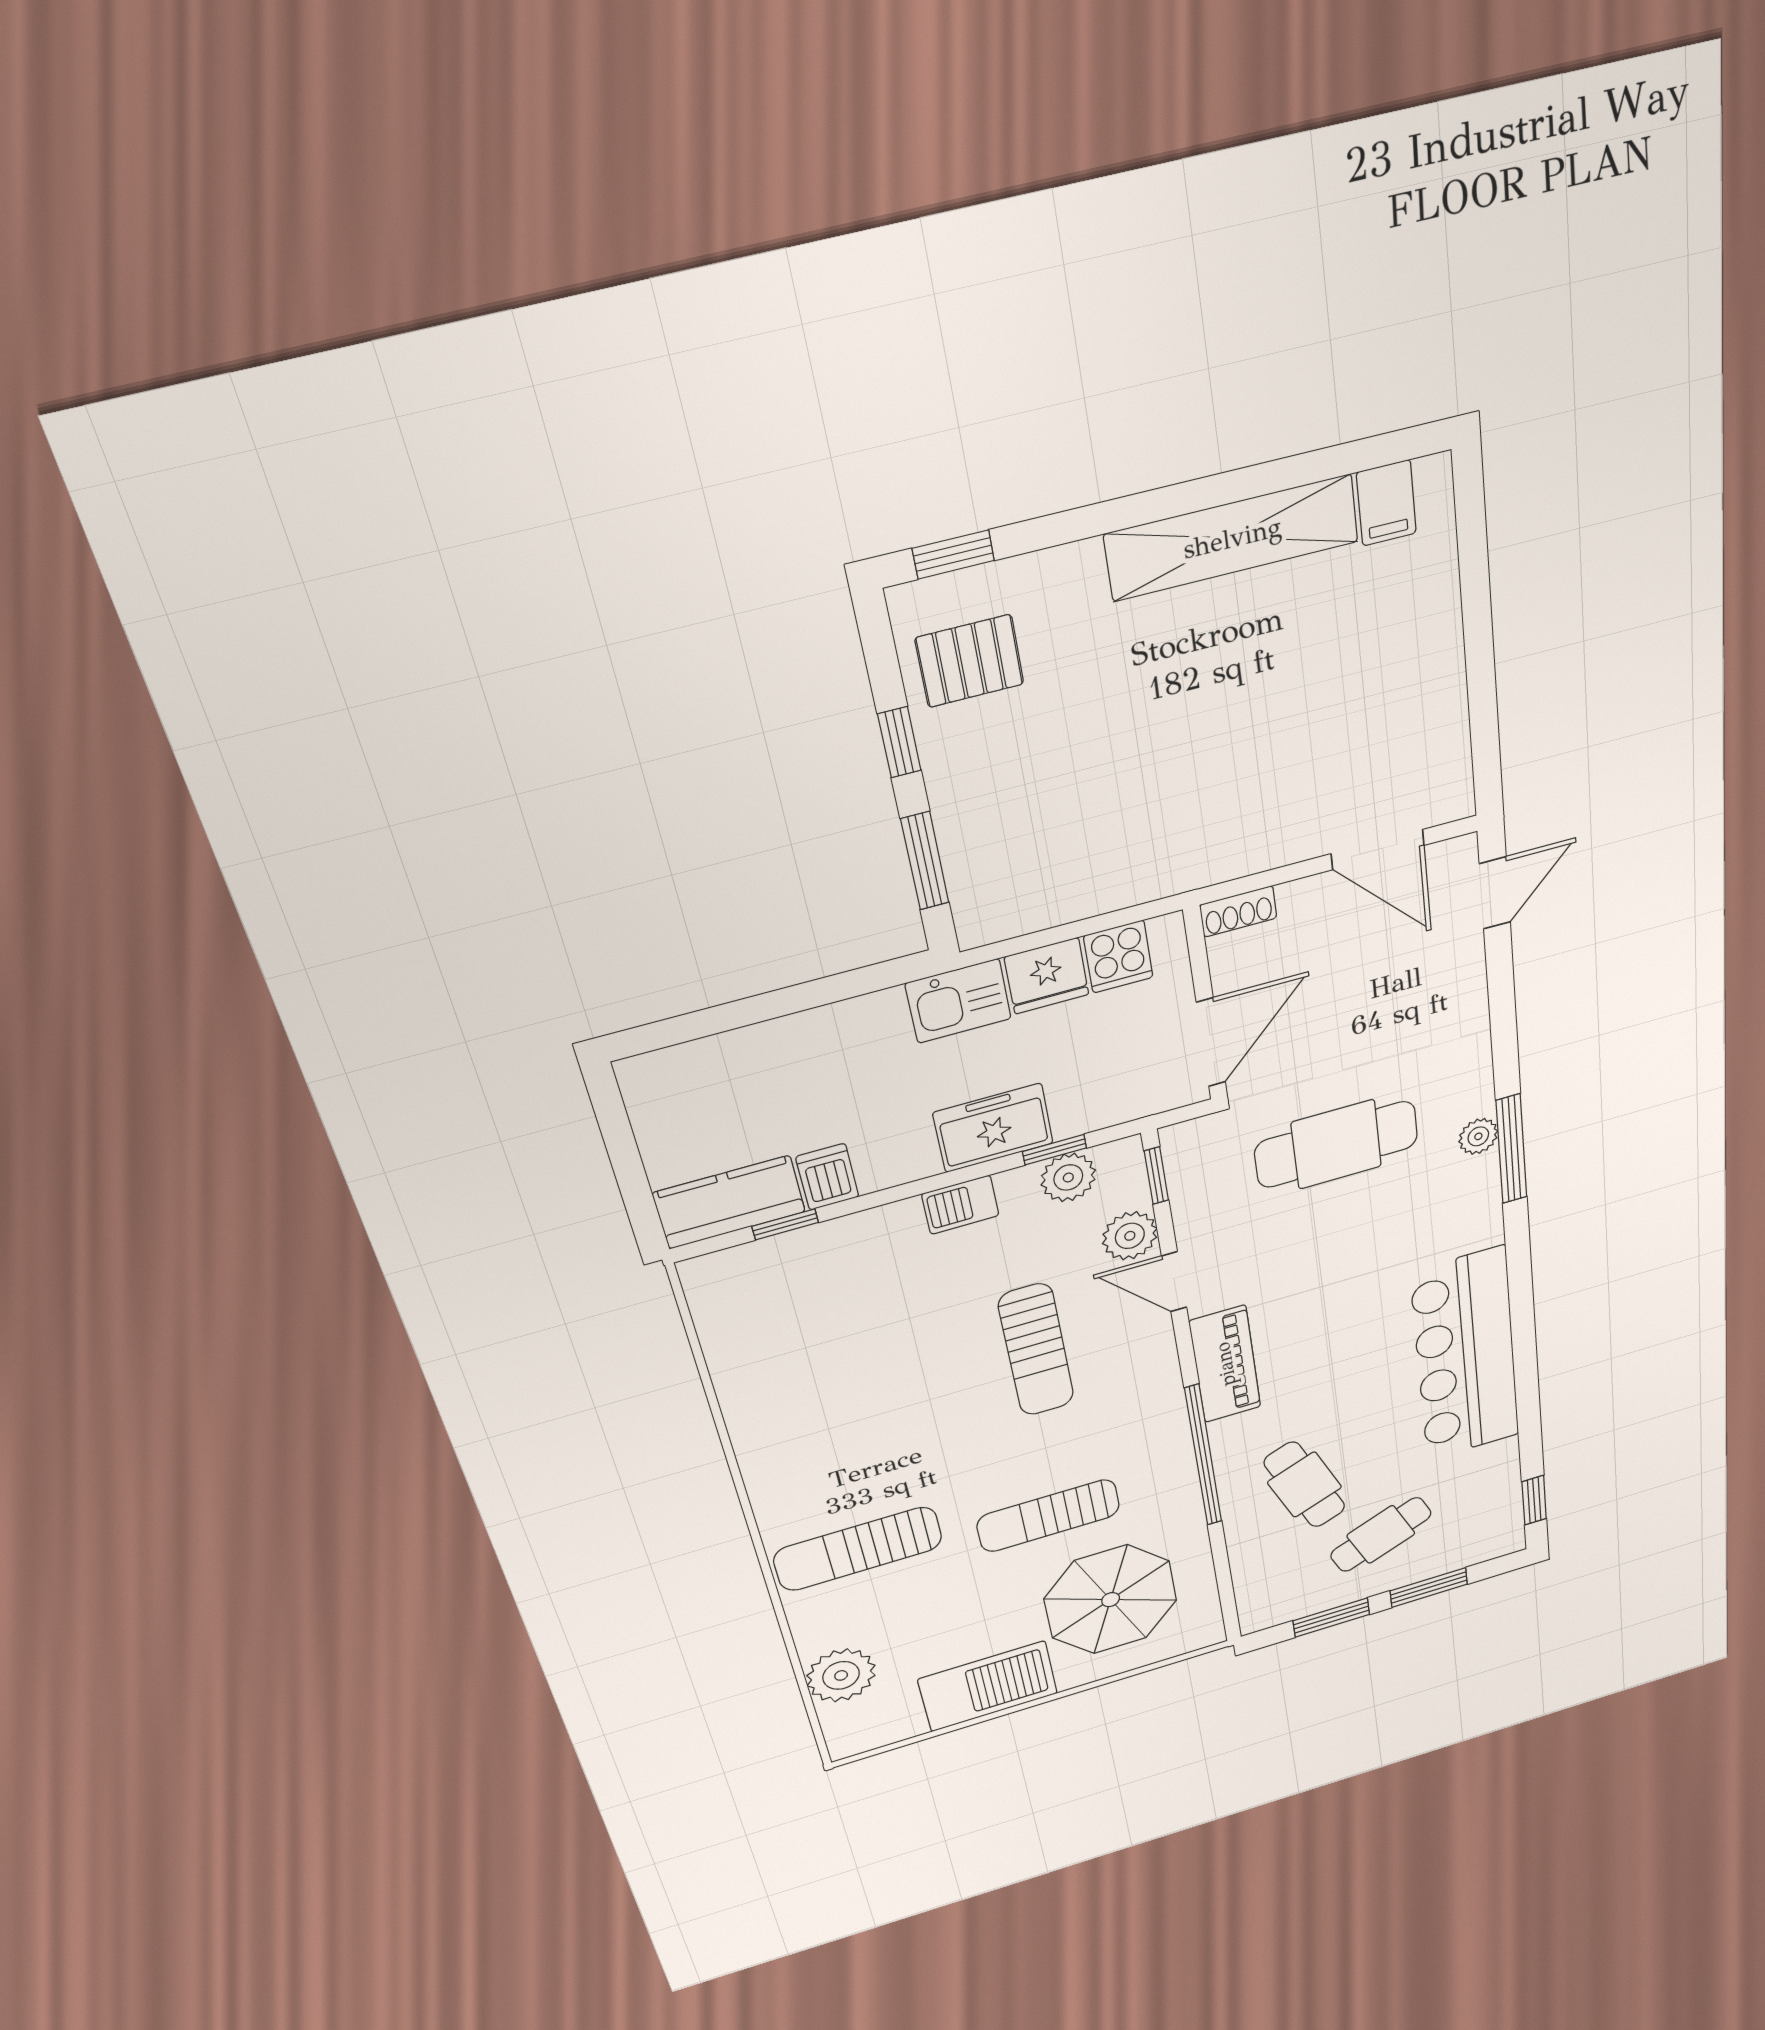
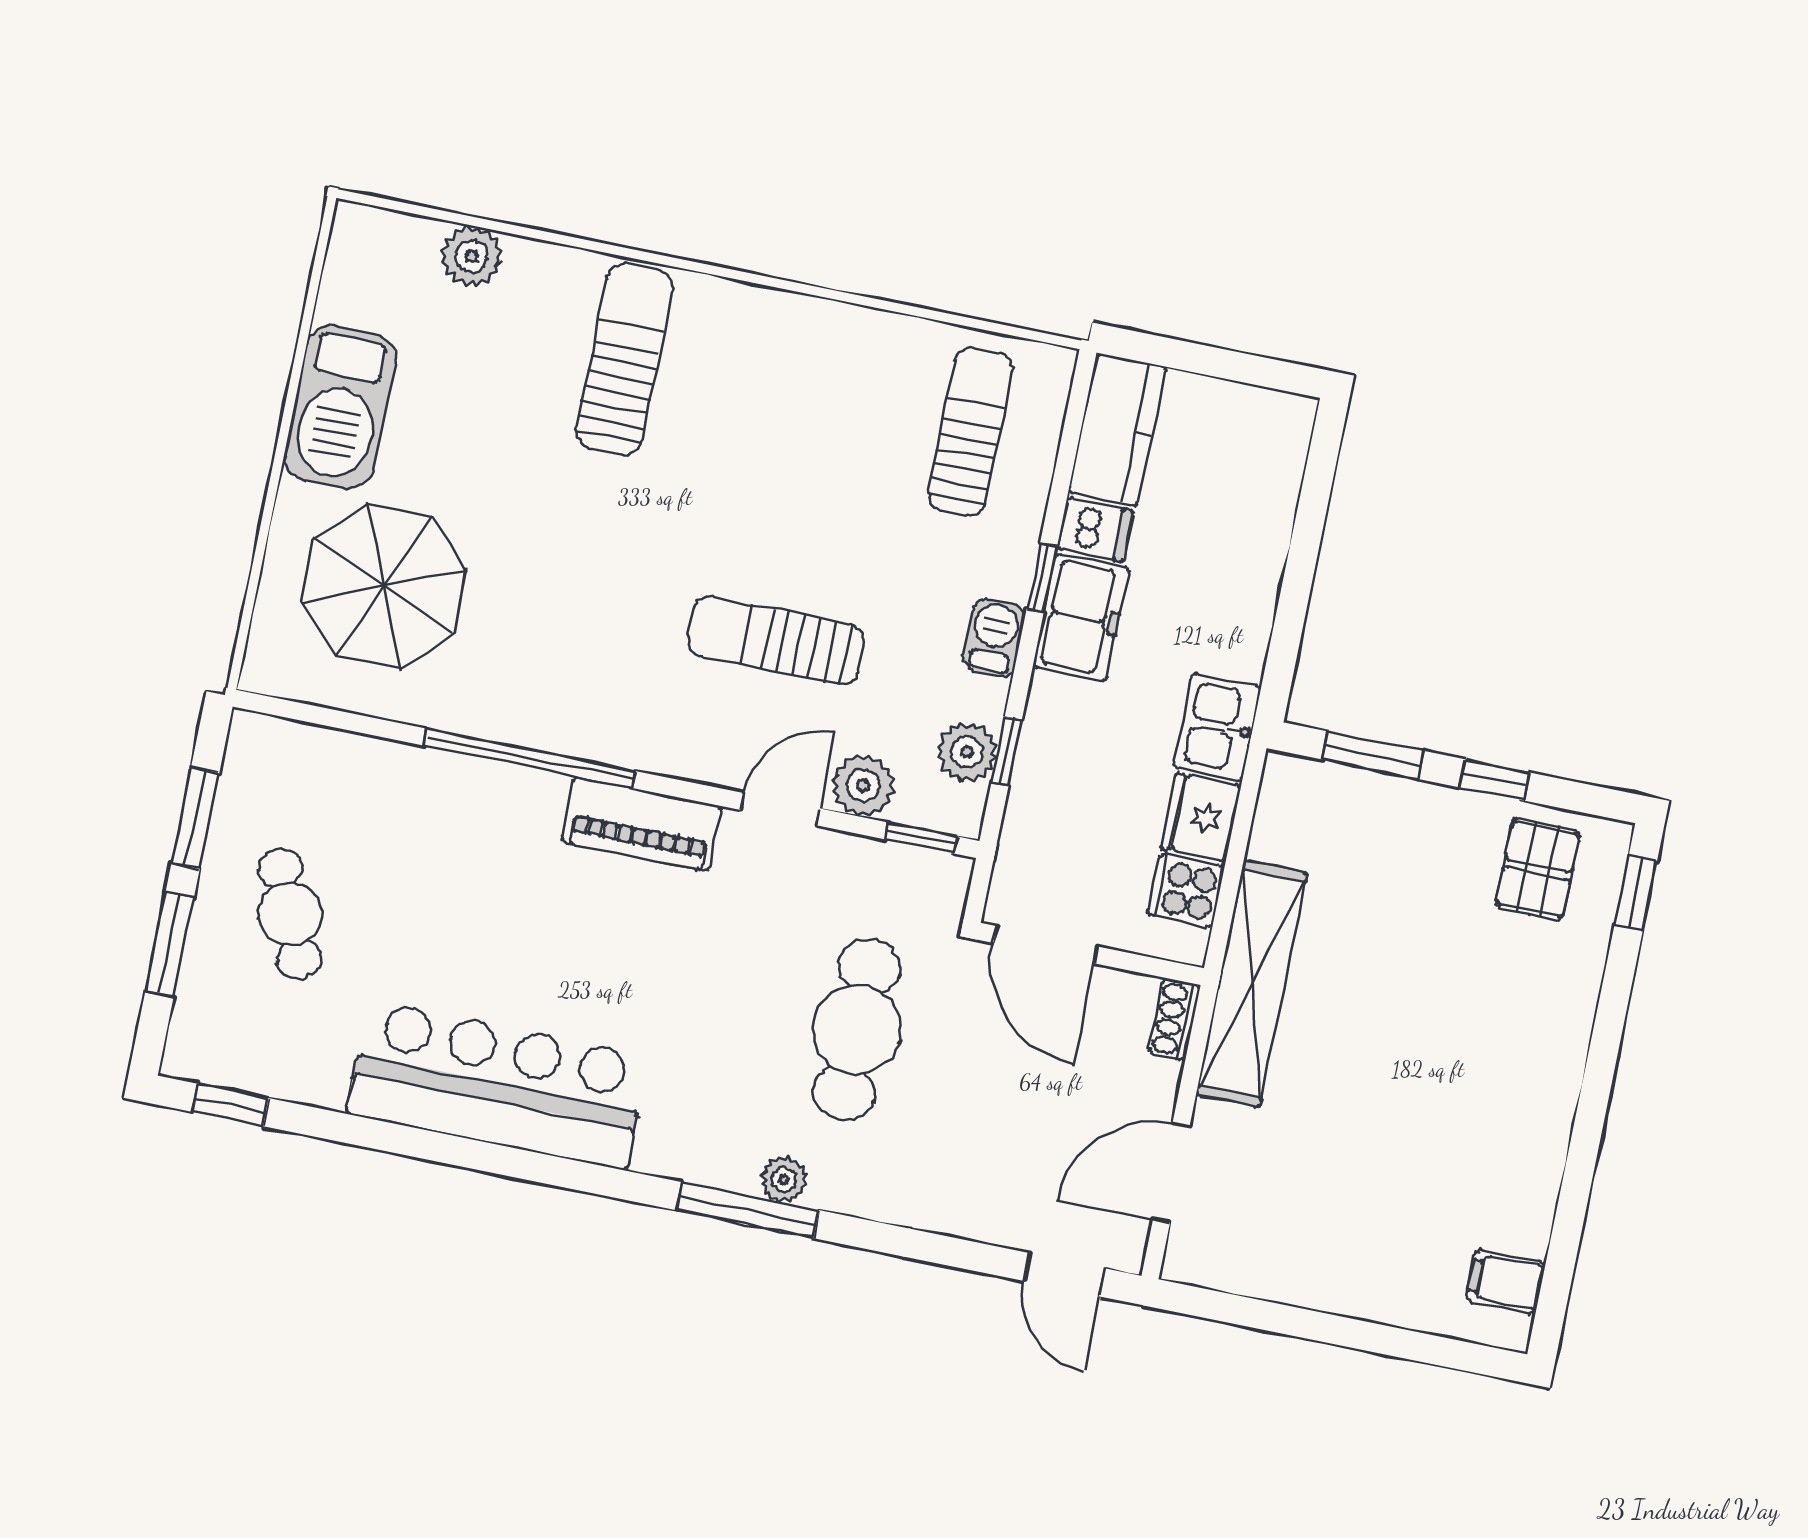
shelving: (1232, 538) -> (1252, 984), moved
freezer: (993, 1128) -> (1081, 617), moved
window: (785, 1224) -> (1042, 578), moved
cafe table: (1305, 1485) -> (419, 853), removed
sun lounger: (1048, 1516) -> (970, 432), moved
plant: (841, 1675) -> (472, 256), width x0.73, depth x0.73

